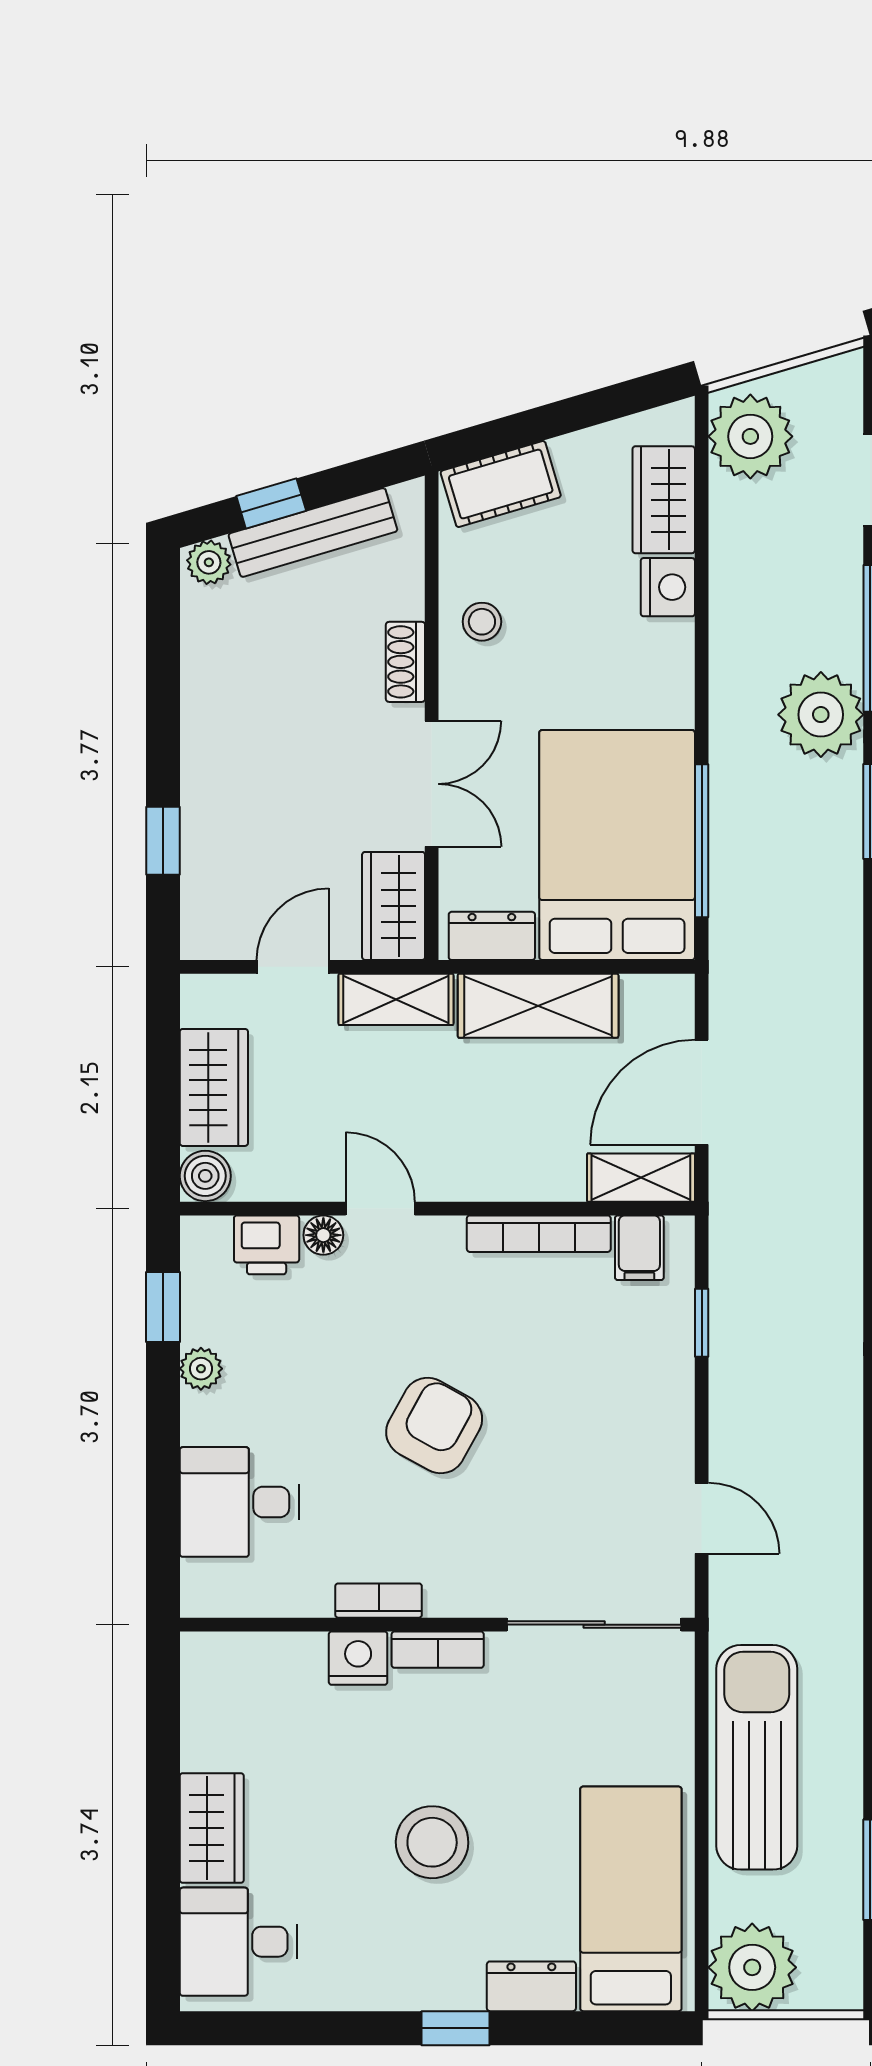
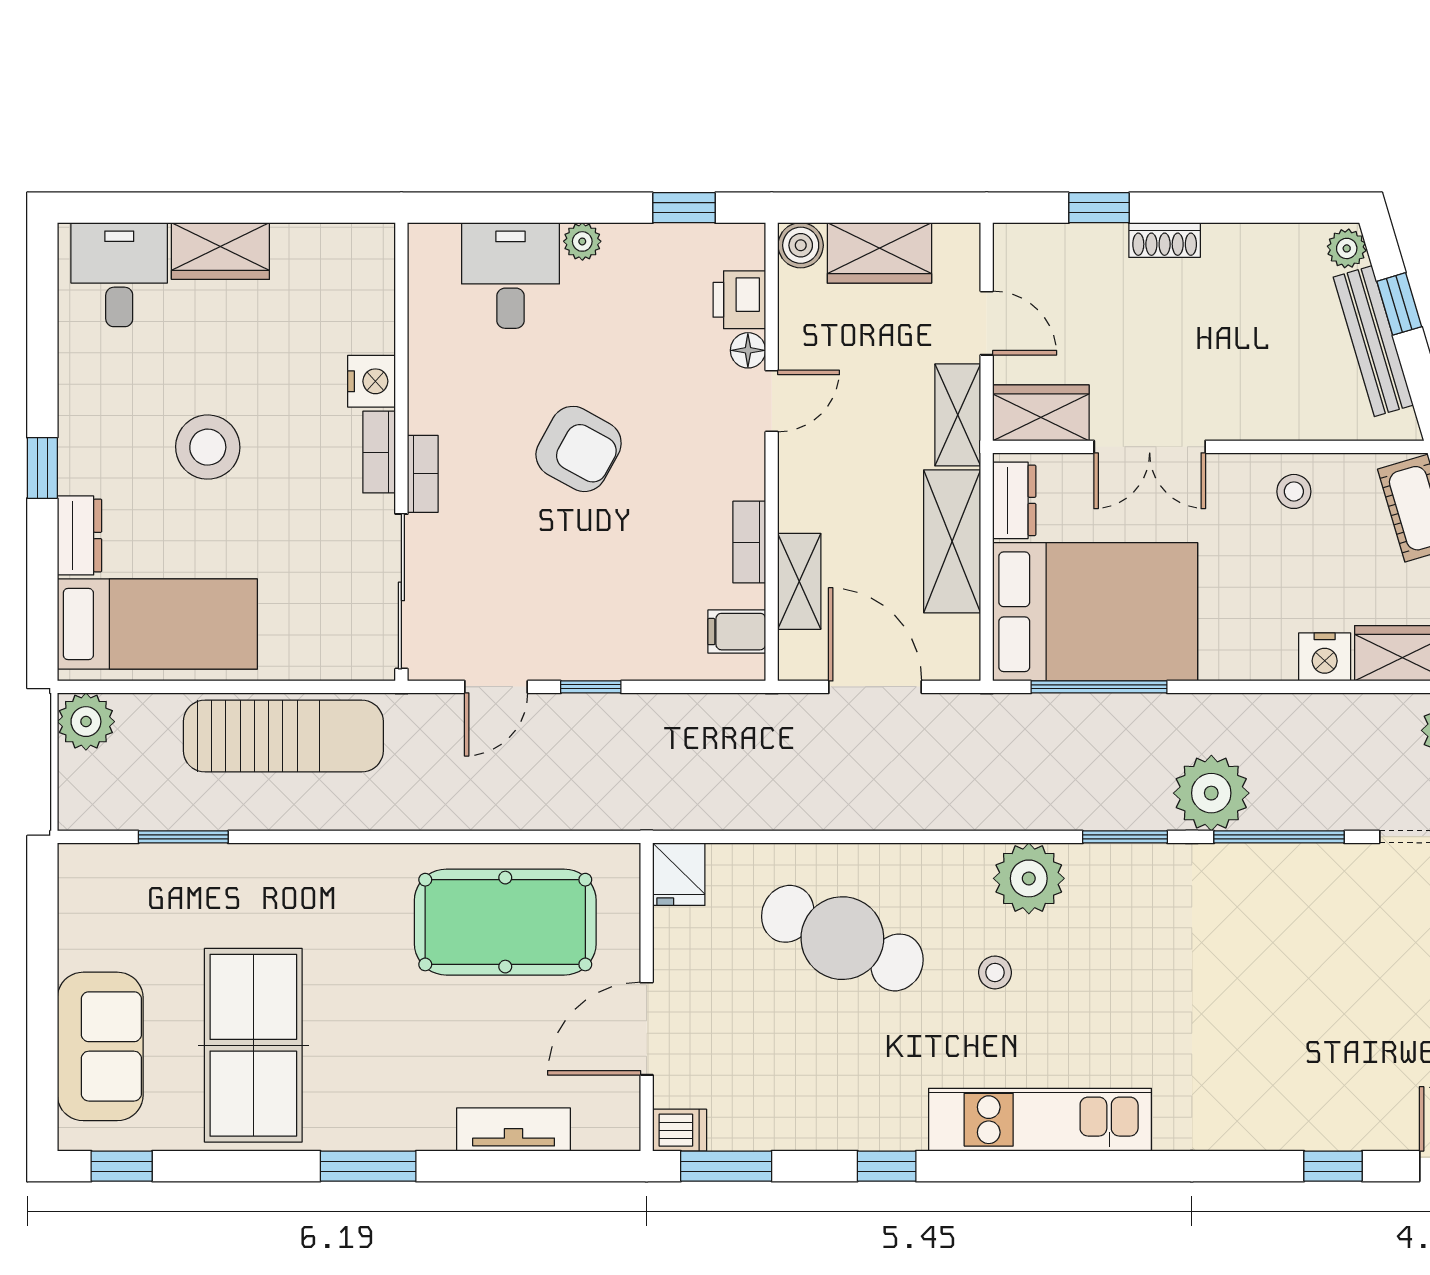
shoe rack: (405, 662) -> (1165, 240), moved, turned 180
shelving: (641, 1178) -> (799, 581), moved
bookcase: (539, 1234) -> (749, 542), width x0.64
window: (702, 1323) -> (591, 687), moved
plant: (201, 1369) -> (582, 241), moved
bookcase: (379, 1601) -> (423, 474), moved
plant: (752, 1967) -> (86, 722), width x0.73, depth x0.73

